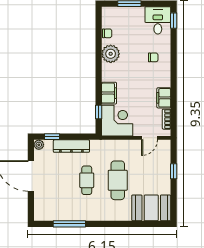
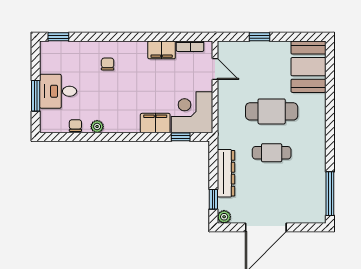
desk: (158, 20) -> (58, 91), moved
plant: (111, 54) -> (97, 127), width x0.53, depth x0.53
window: (69, 224) -> (330, 194), moved

